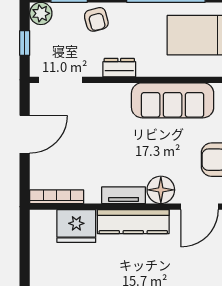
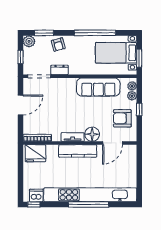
dresser: (119, 68) -> (60, 70), moved
fridge: (76, 226) -> (35, 153), moved

